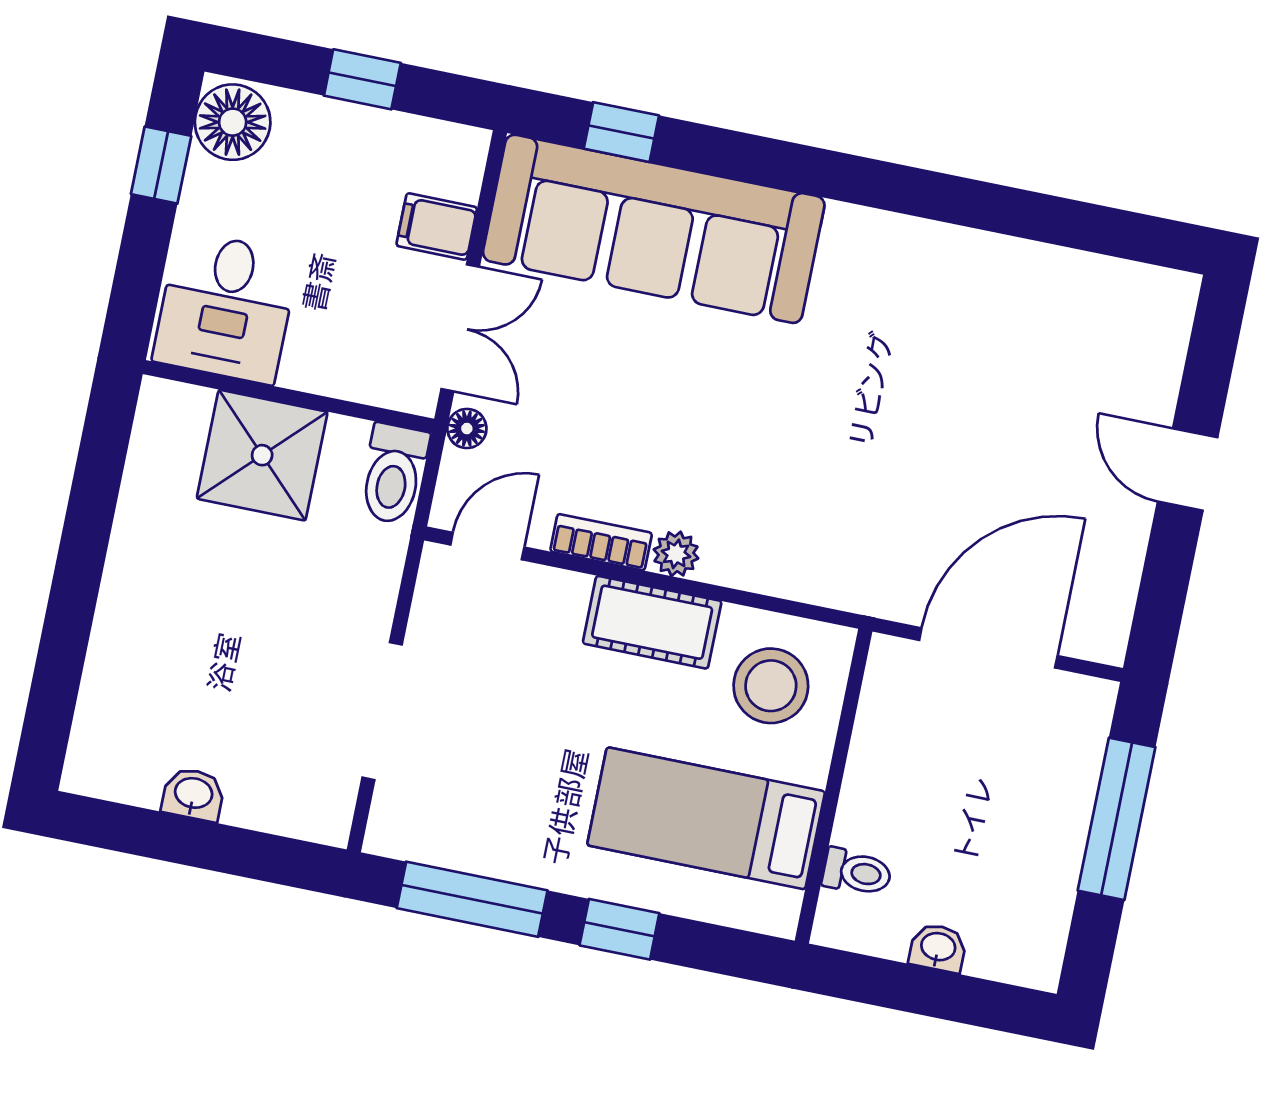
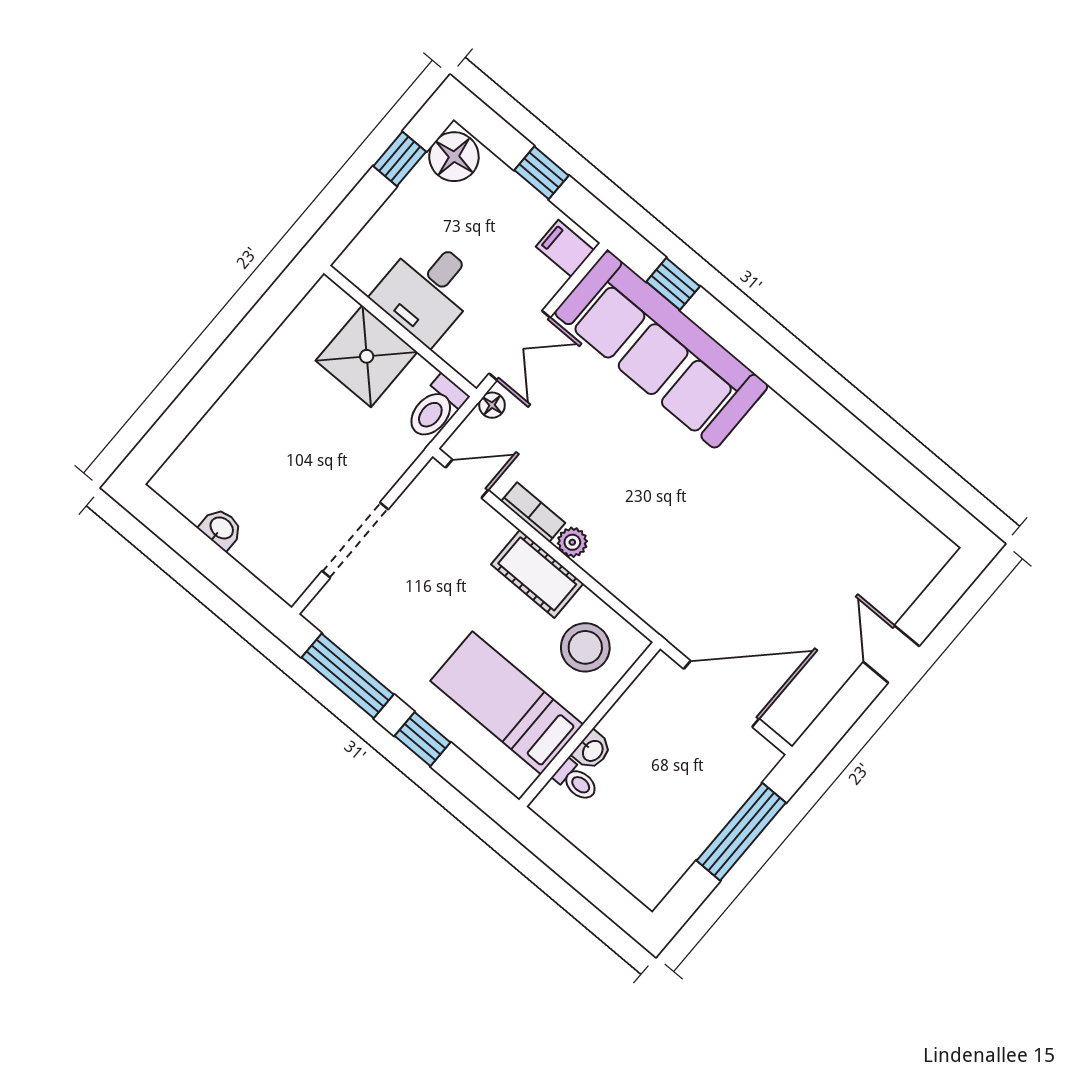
filing cabinet: (437, 226) -> (565, 248), moved
desk: (226, 307) -> (427, 290), moved
washbasin: (938, 948) -> (592, 750), moved, turned 90

